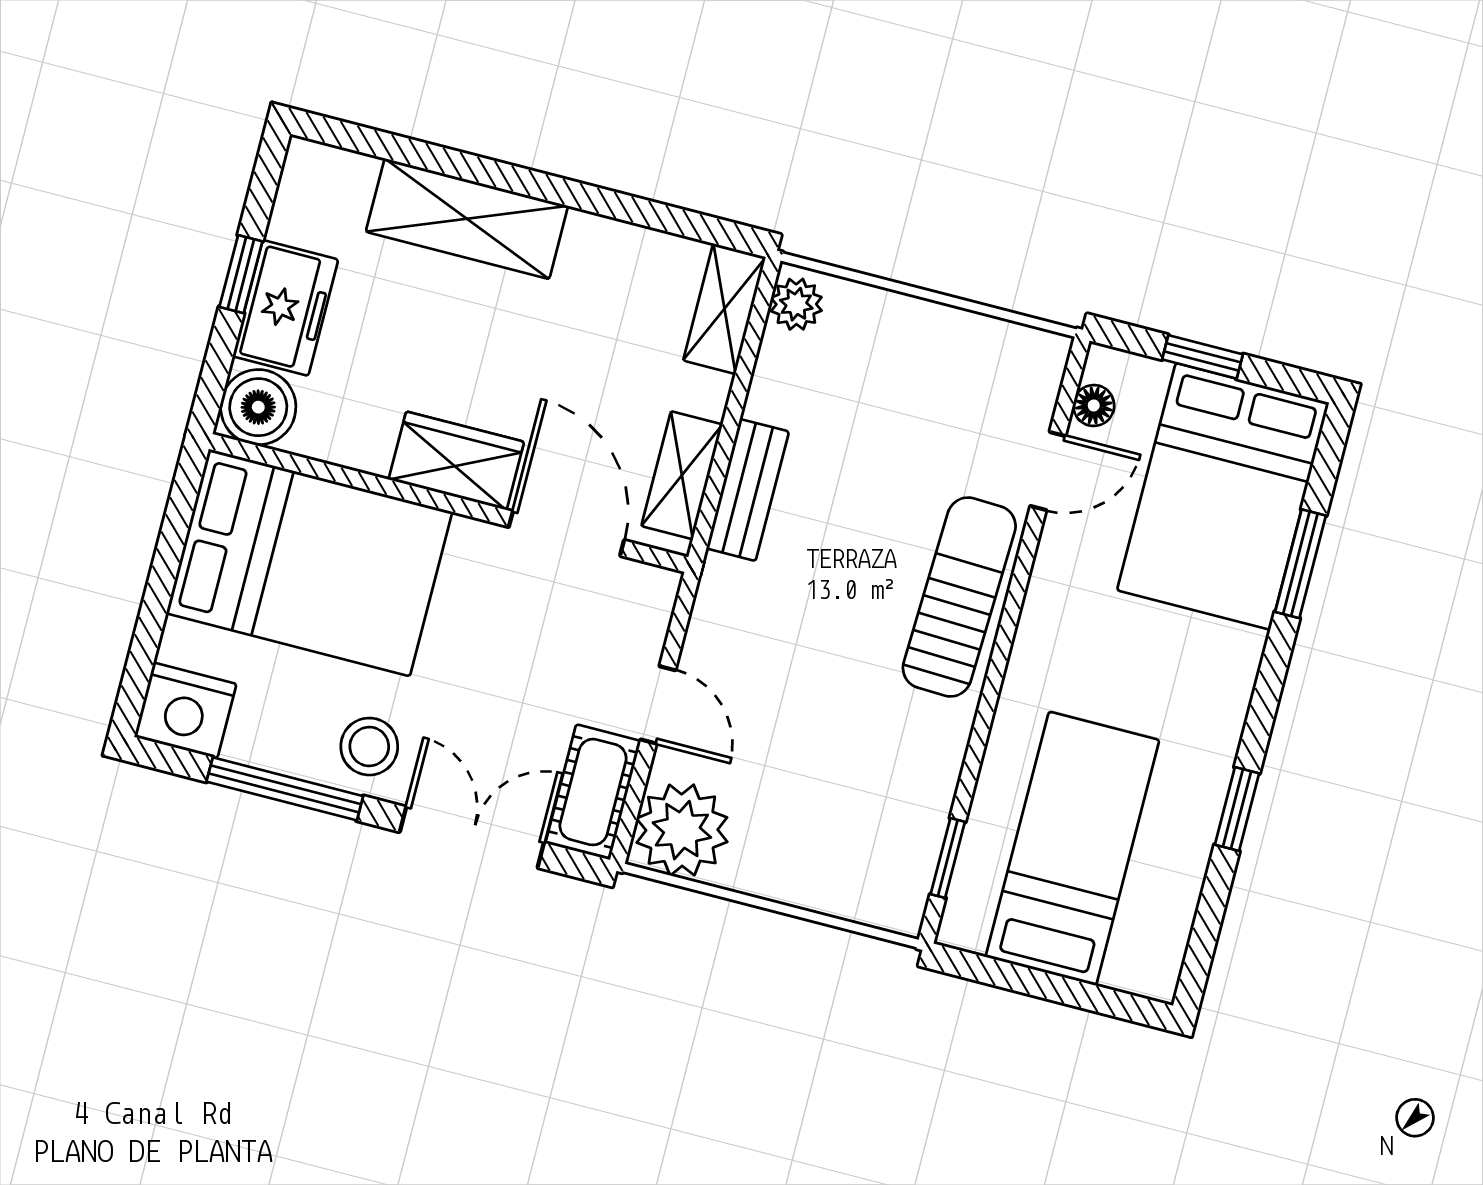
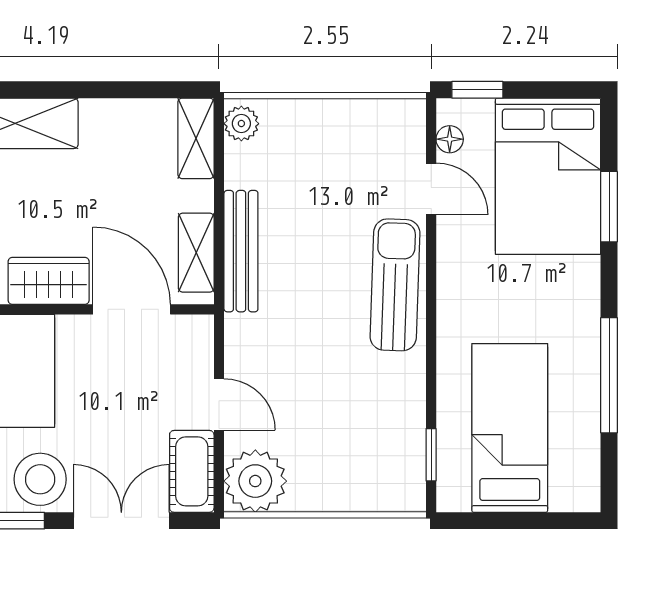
window: (1202, 357) -> (477, 90), moved
door: (1048, 471) -> (431, 189), hinge flipped
bench: (748, 490) -> (241, 251), width x1.36
stool: (369, 747) -> (40, 479), width x1.38, depth x1.38
window: (1237, 809) -> (609, 375), width x2.17

